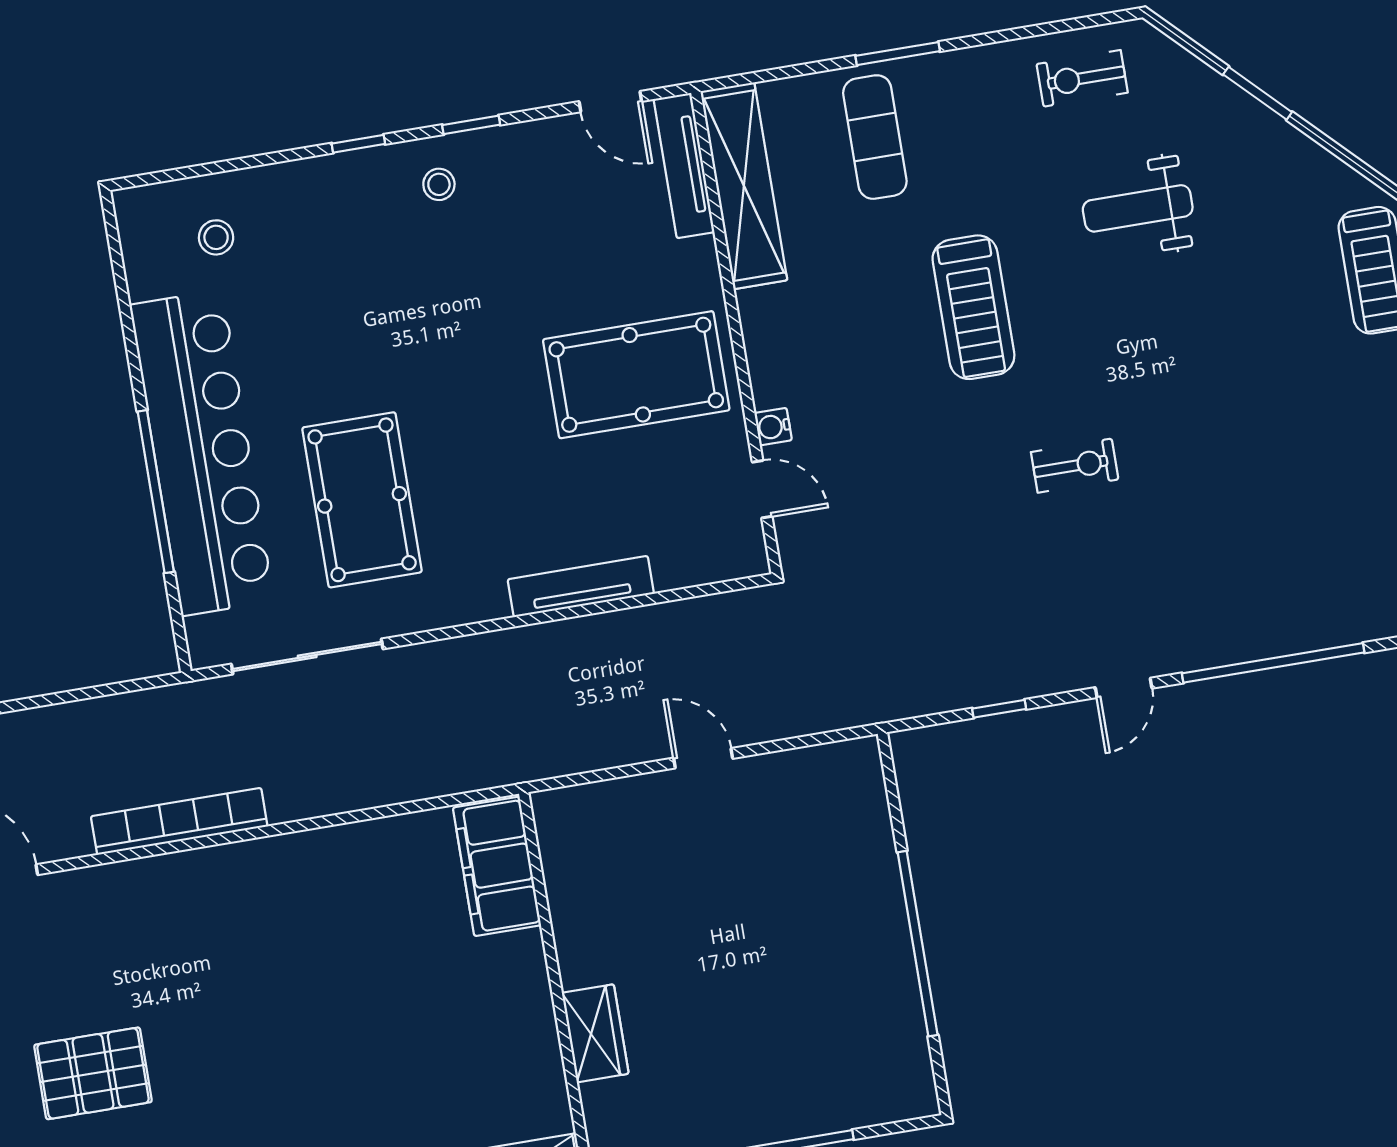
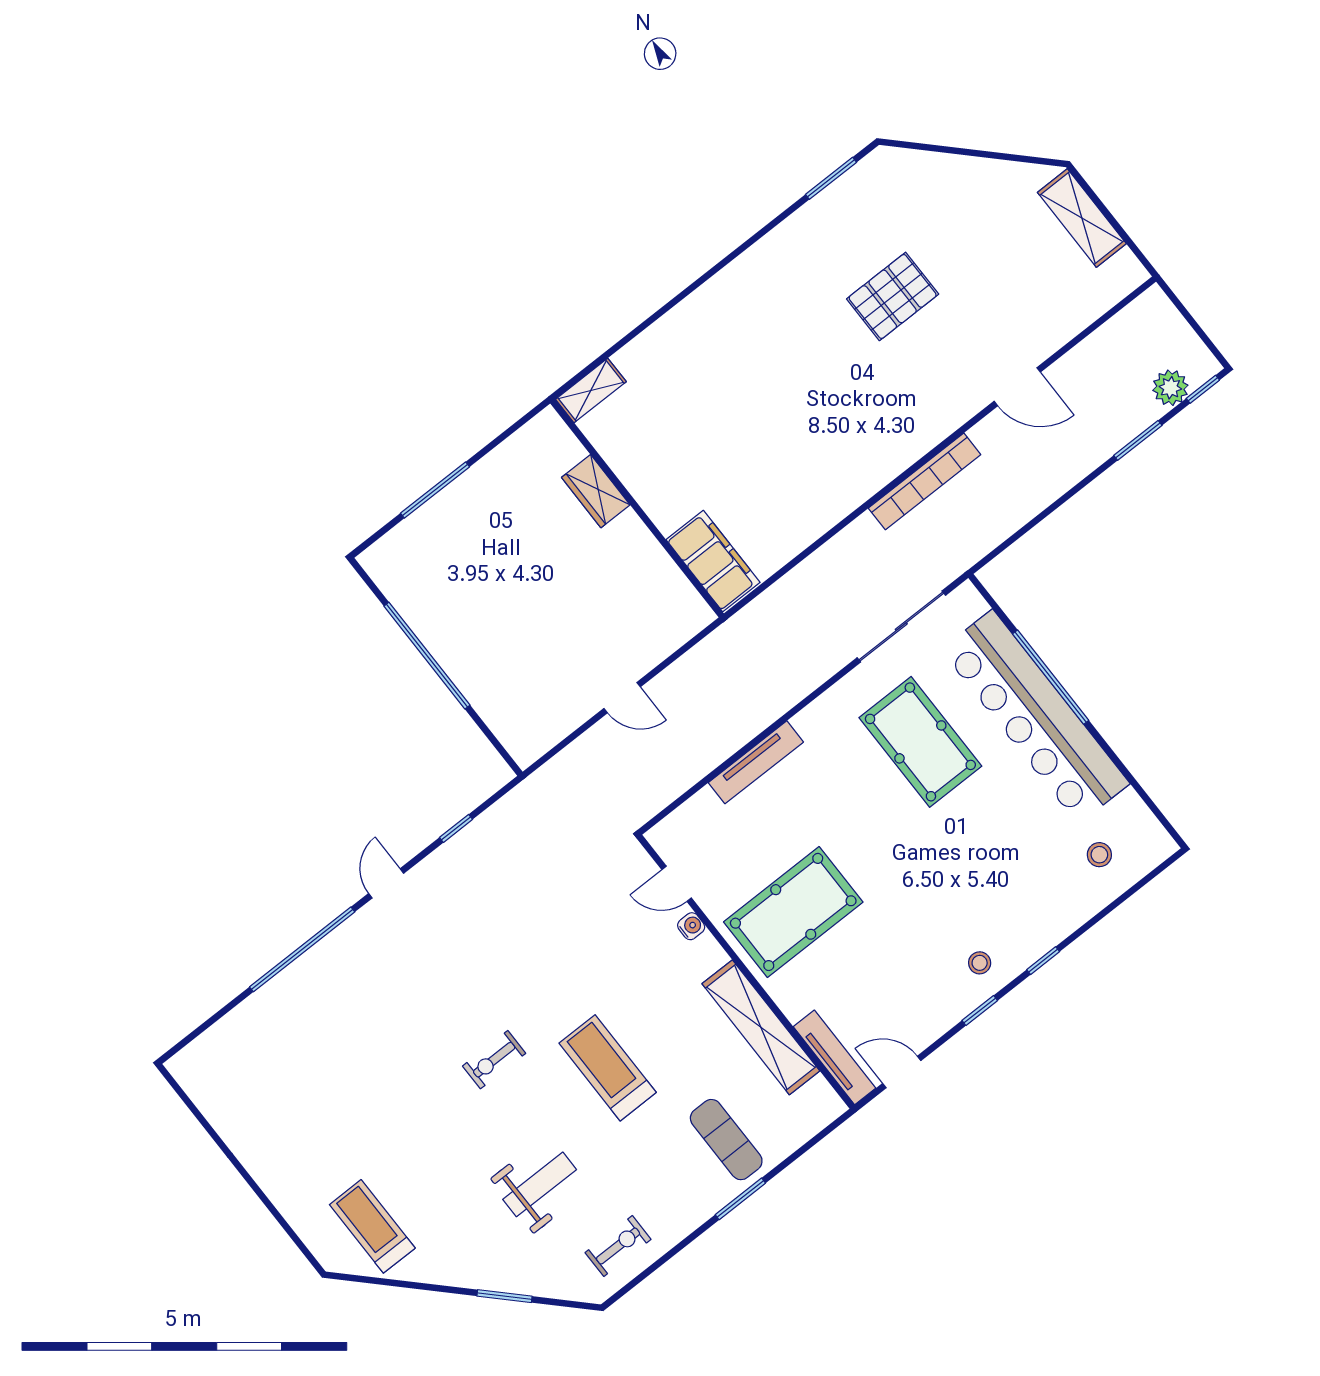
shelving: (744, 186) -> (761, 1027), moved
exercise bike: (1075, 466) -> (494, 1060), moved

